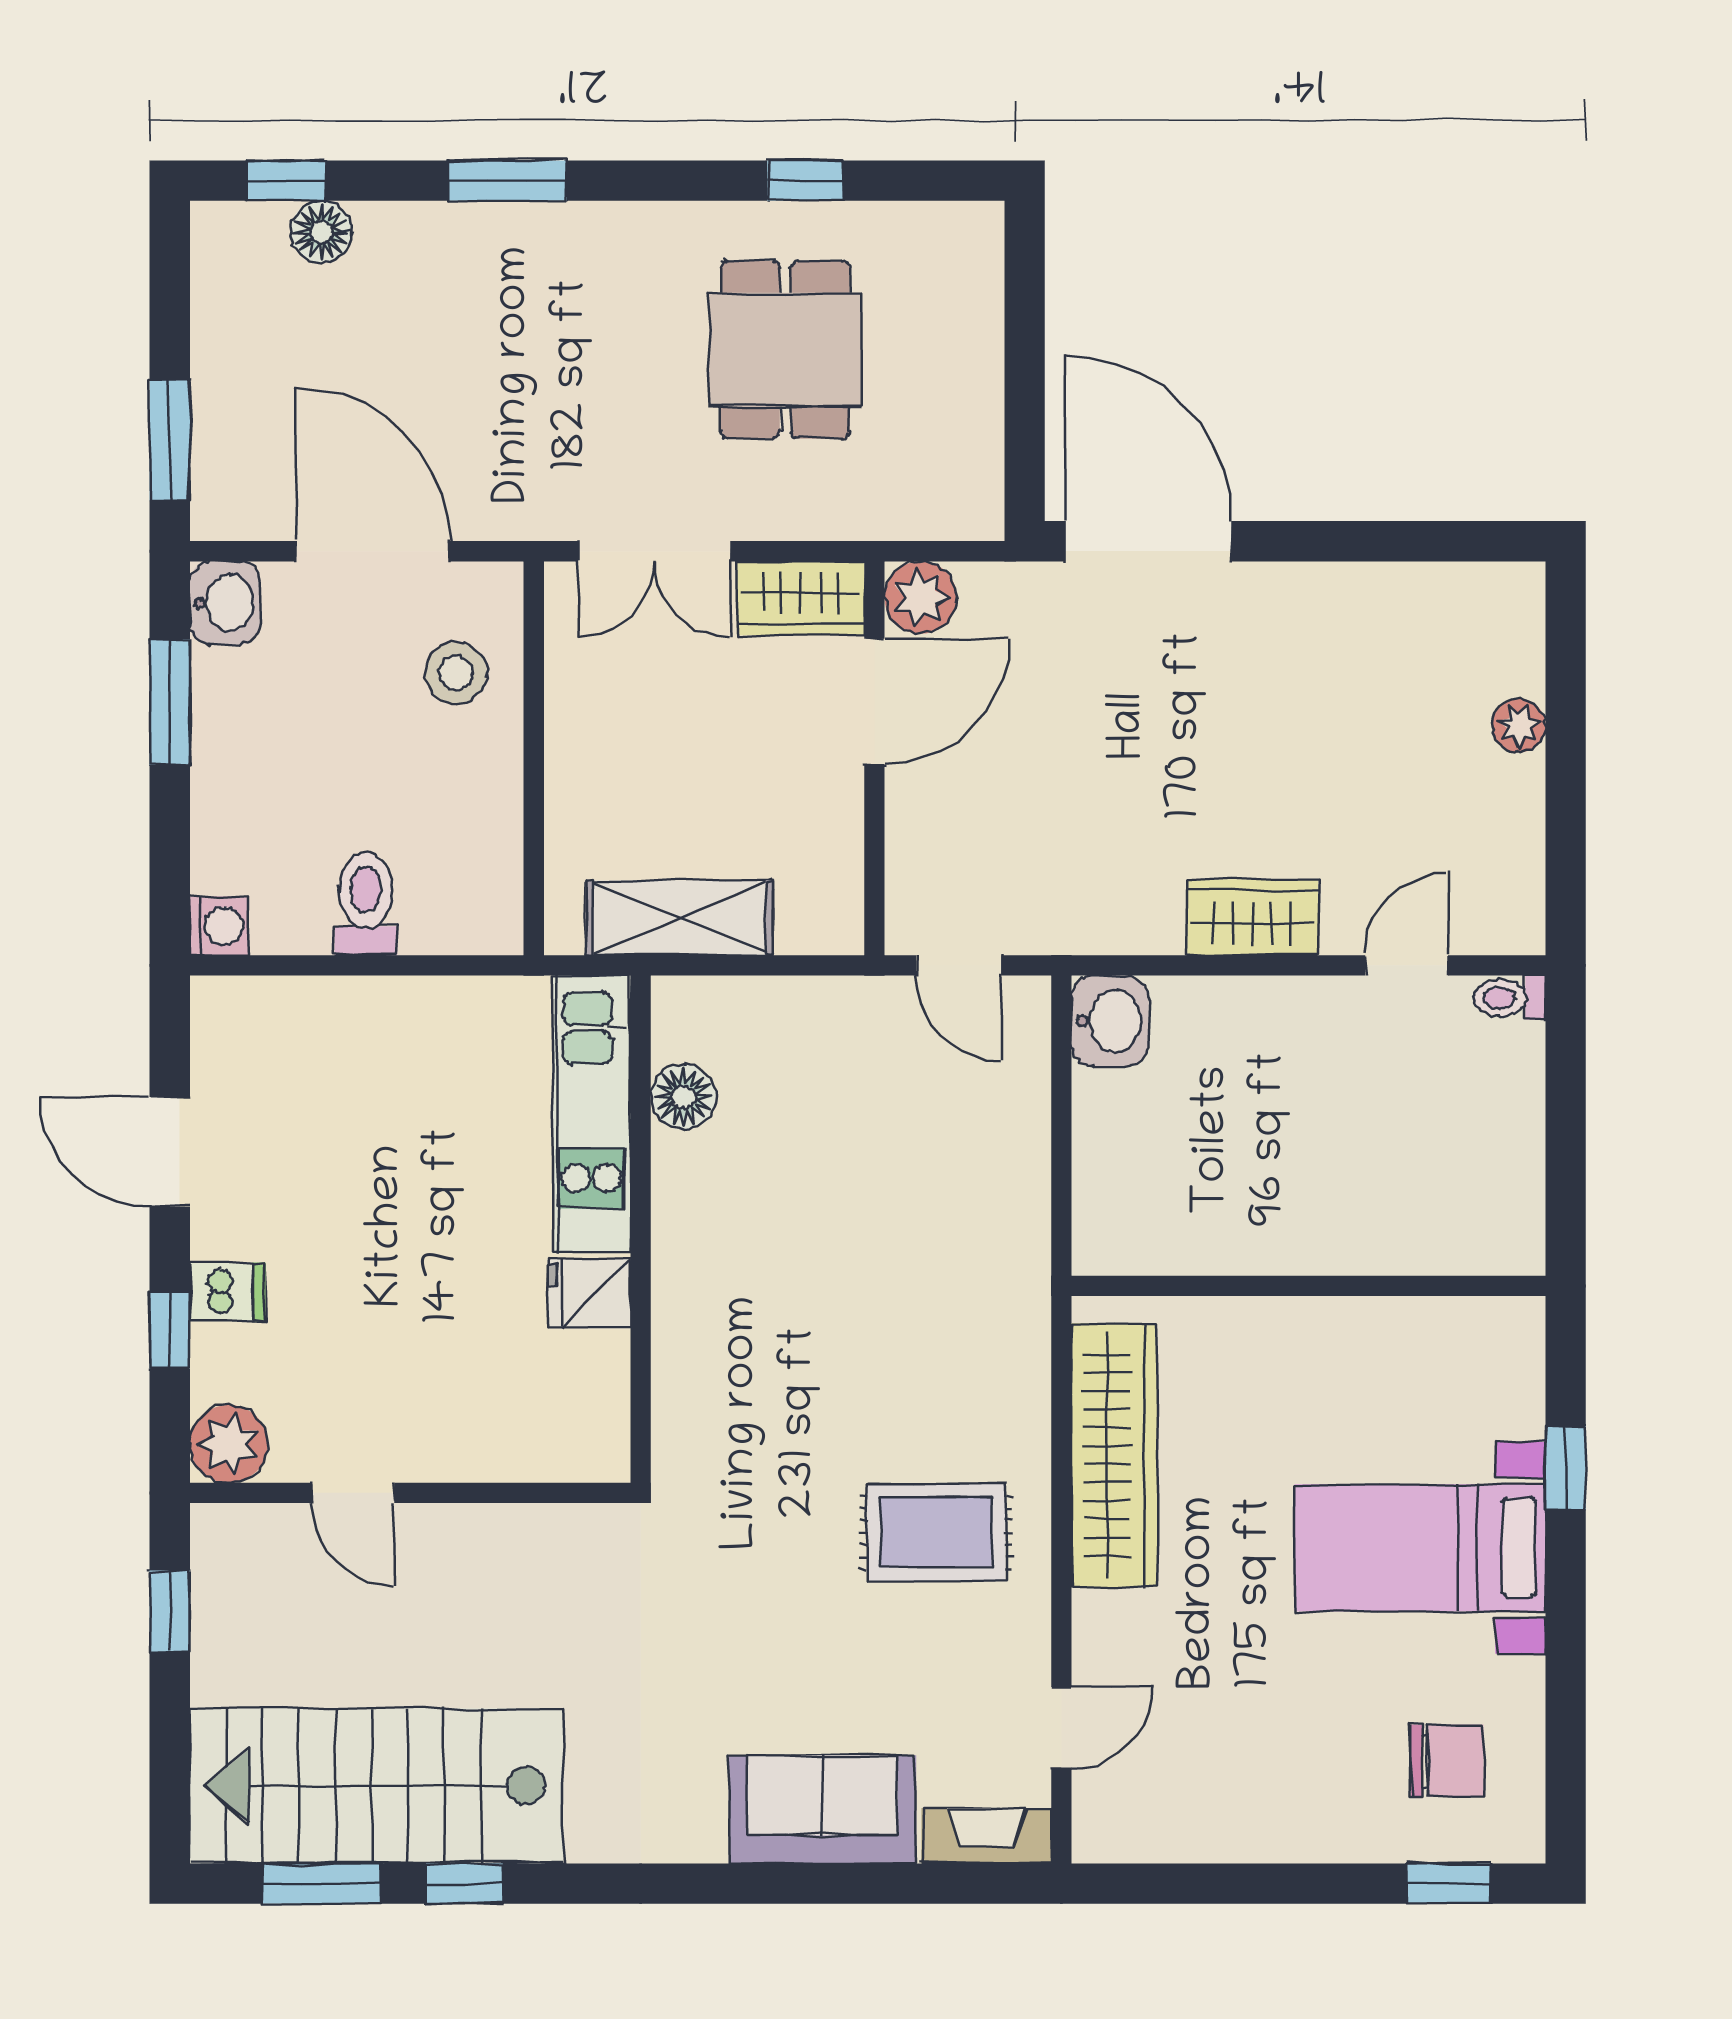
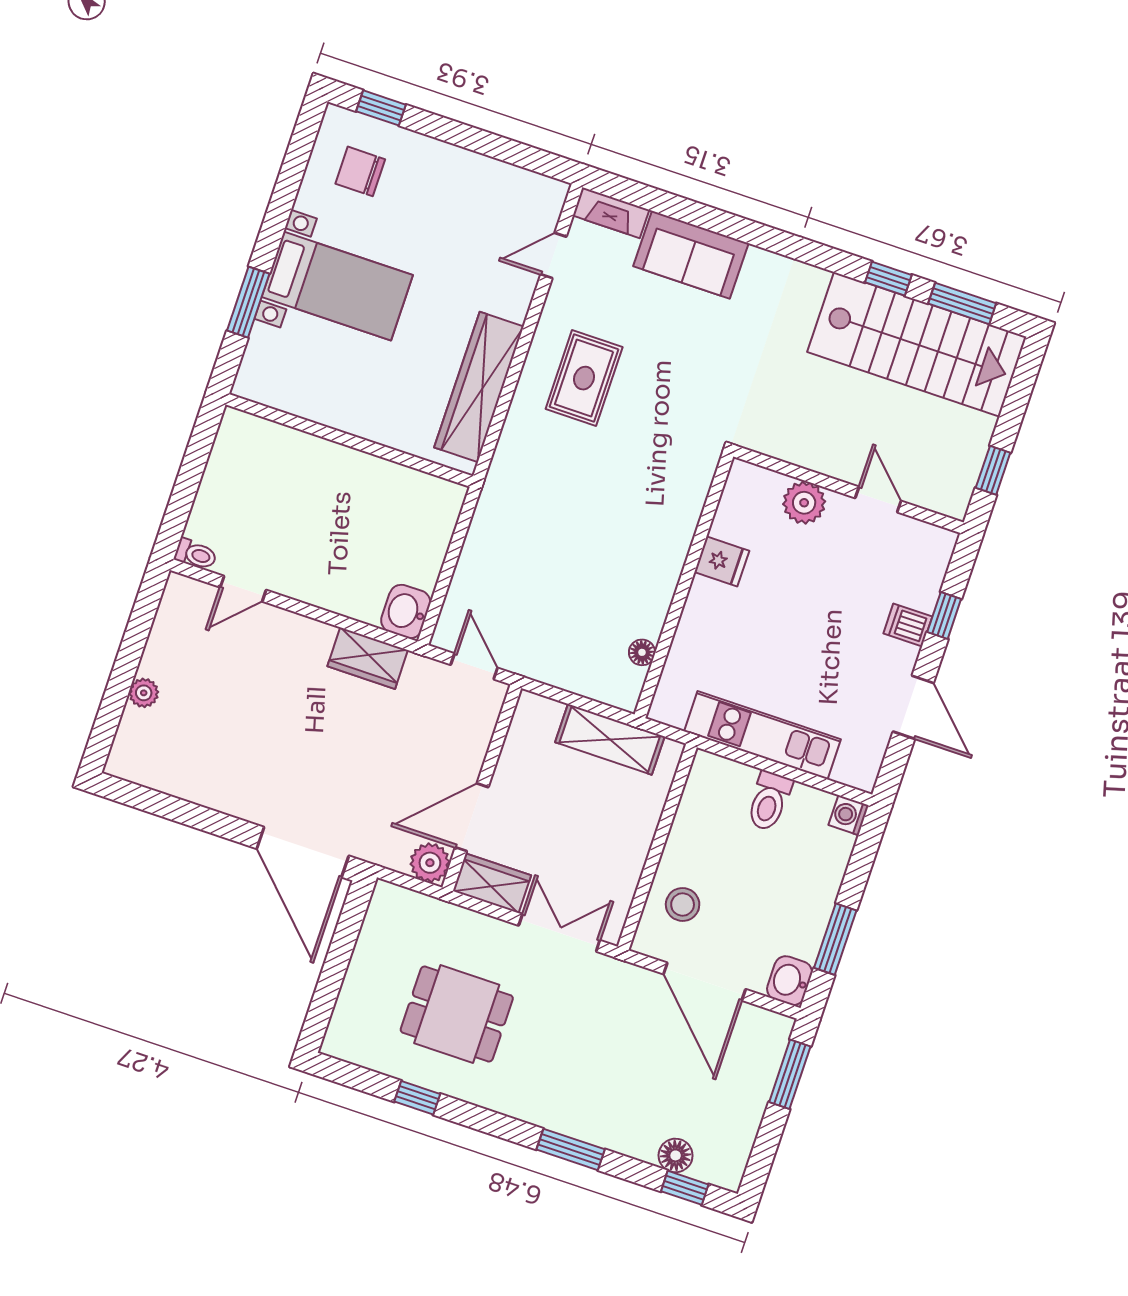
dining table: (785, 350) -> (457, 1014), turned 90
wardrobe: (1253, 917) -> (368, 658), moved
floor lamp: (683, 1097) -> (642, 652), width x0.73, depth x0.73
kitchen unit: (591, 1114) -> (762, 735), moved, turned -90
plant: (229, 1444) -> (804, 503), moved
window: (1566, 1468) -> (248, 302), width x1.50
rug: (936, 1532) -> (584, 378), turned 90

